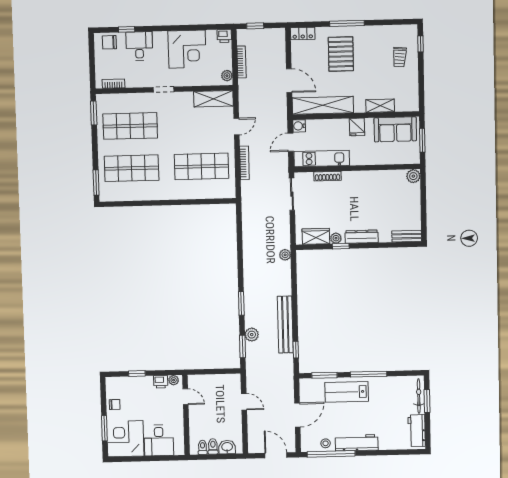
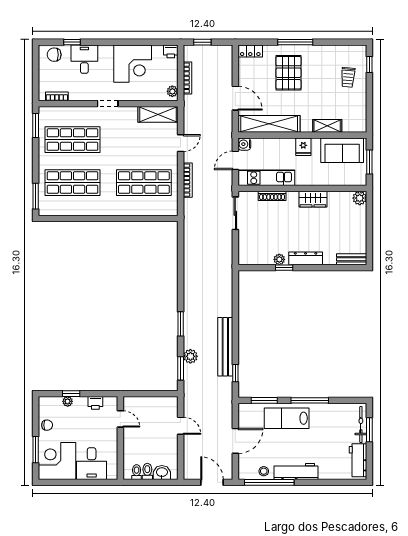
wardrobe: (316, 236) -> (313, 199), moved, turned 180
plant: (285, 255) -> (227, 275), removed
plant: (174, 380) -> (68, 401), moved

